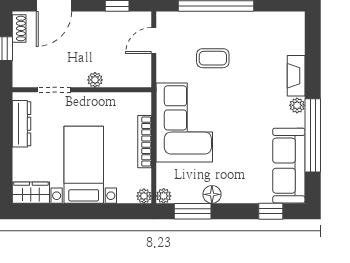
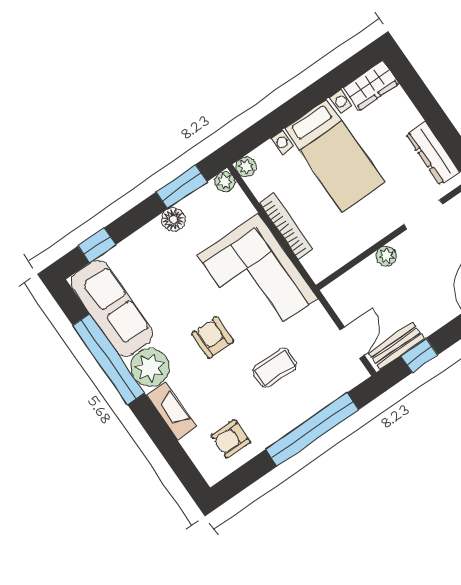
bench: (128, 19) -> (396, 346), added
armchair: (271, 33) -> (231, 439), added
armchair: (238, 104) -> (213, 338), added
plant: (297, 105) -> (150, 368), width x1.88, depth x1.88

